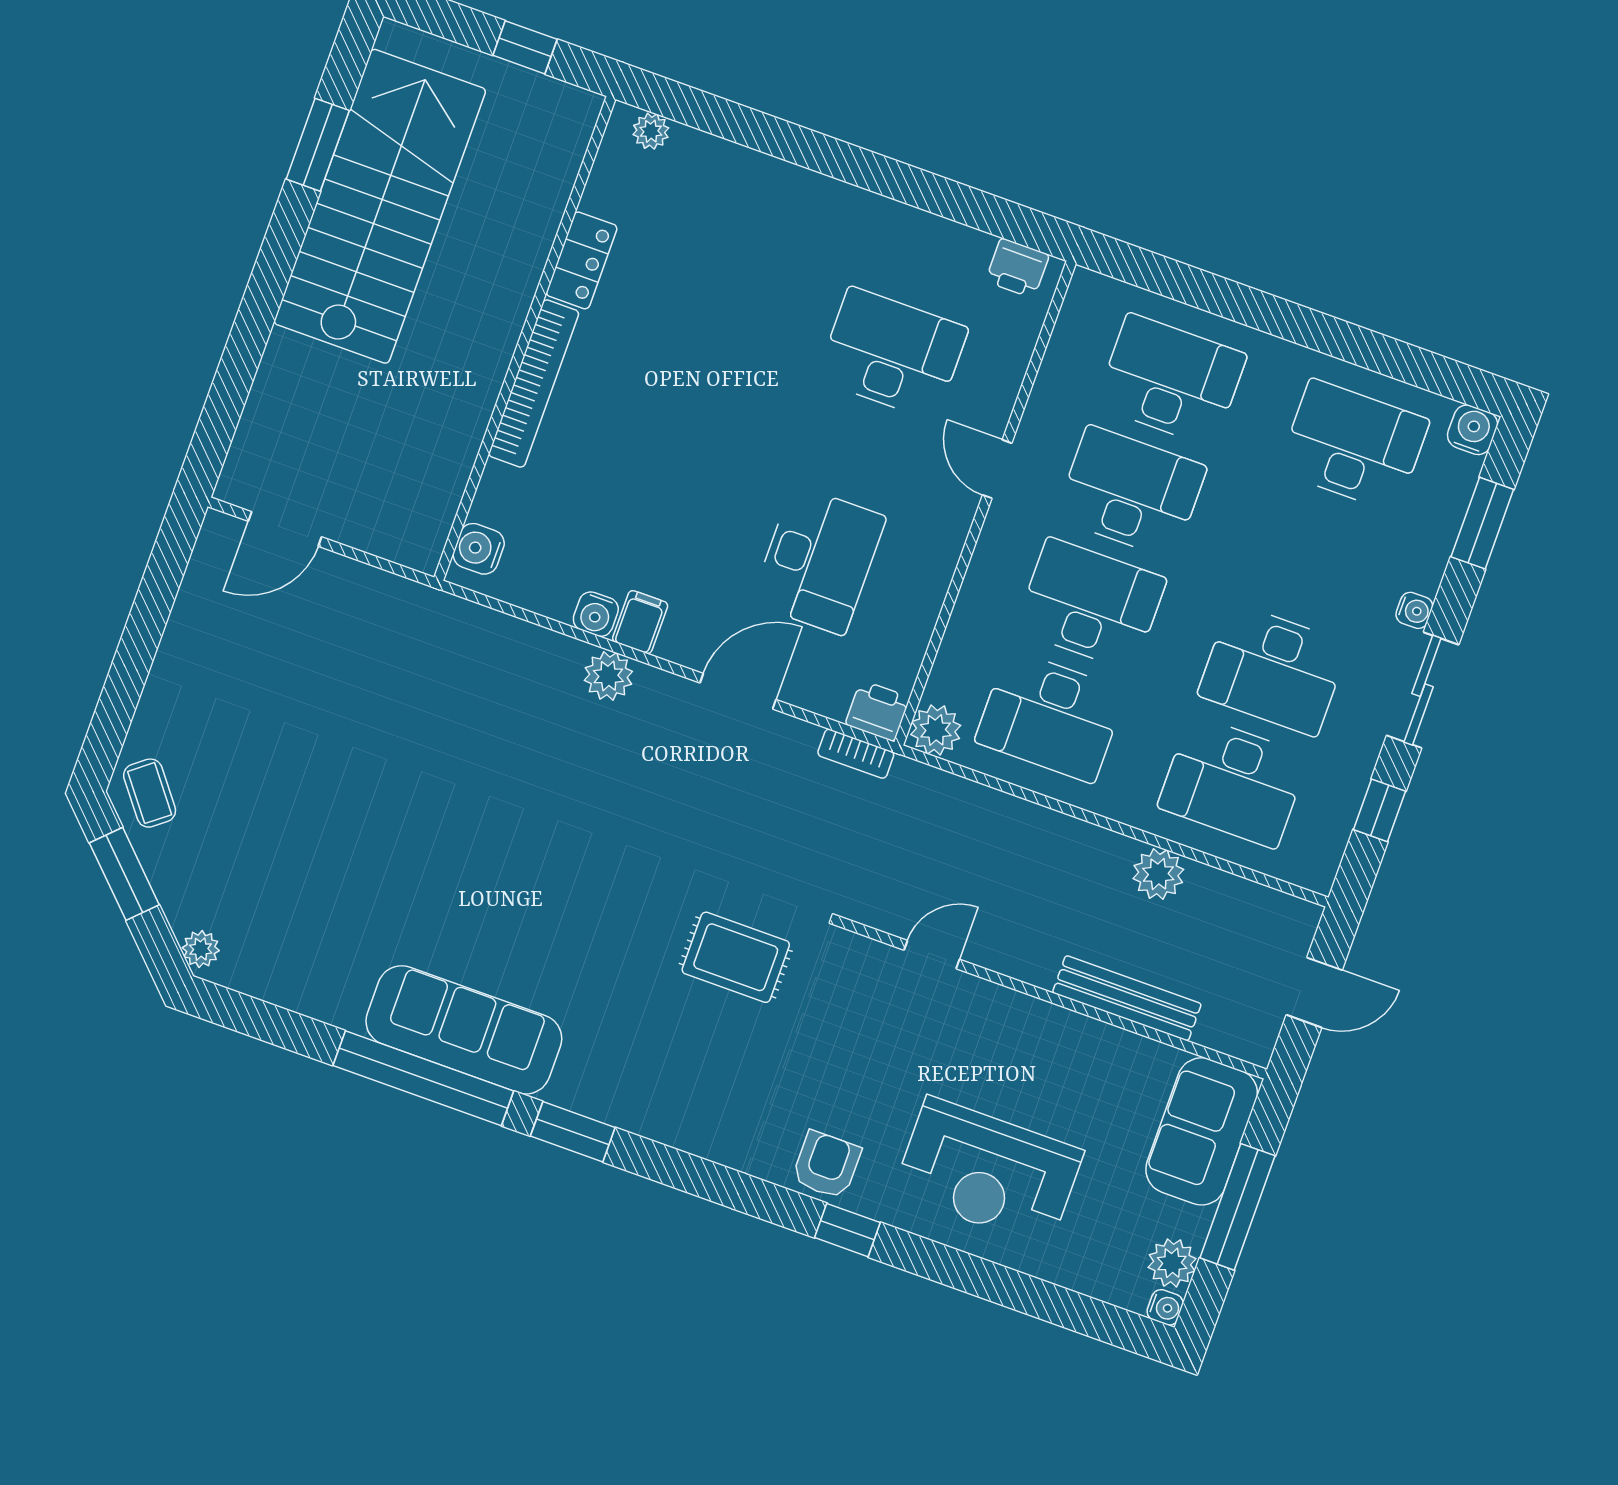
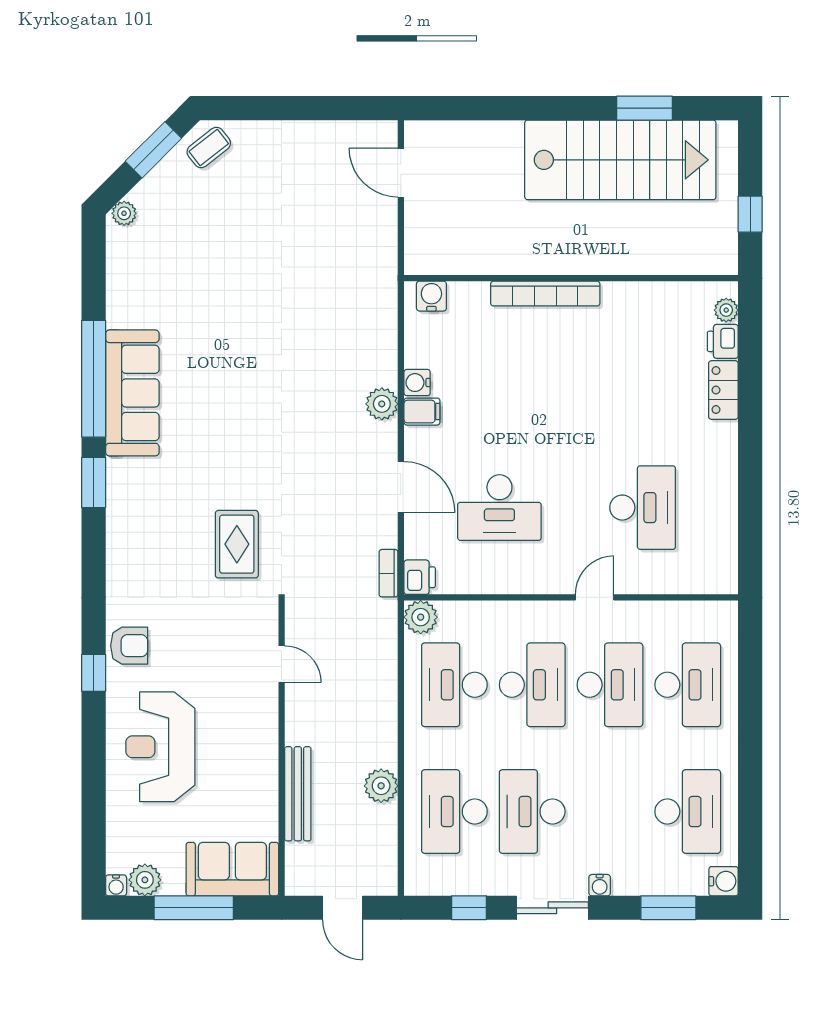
locker: (582, 260) -> (723, 390), moved, turned 90
printer: (1017, 268) -> (723, 341), moved

